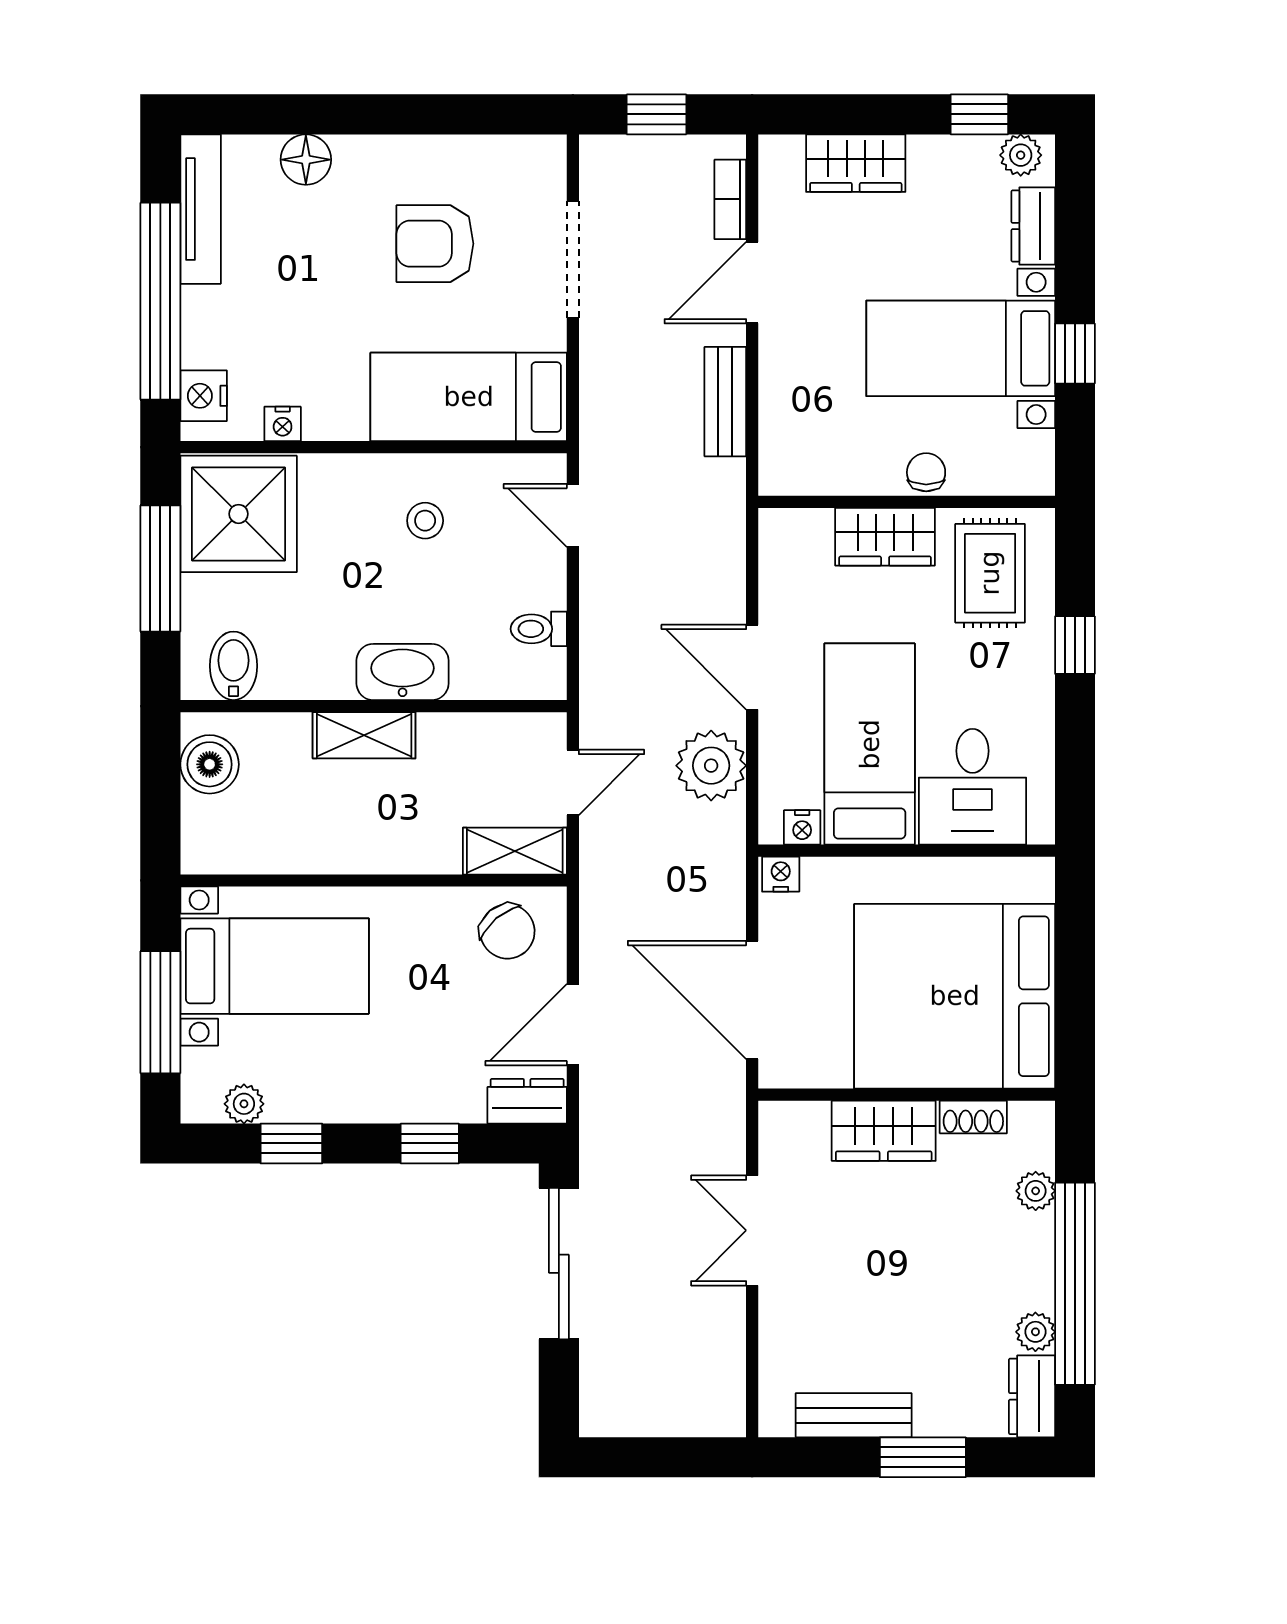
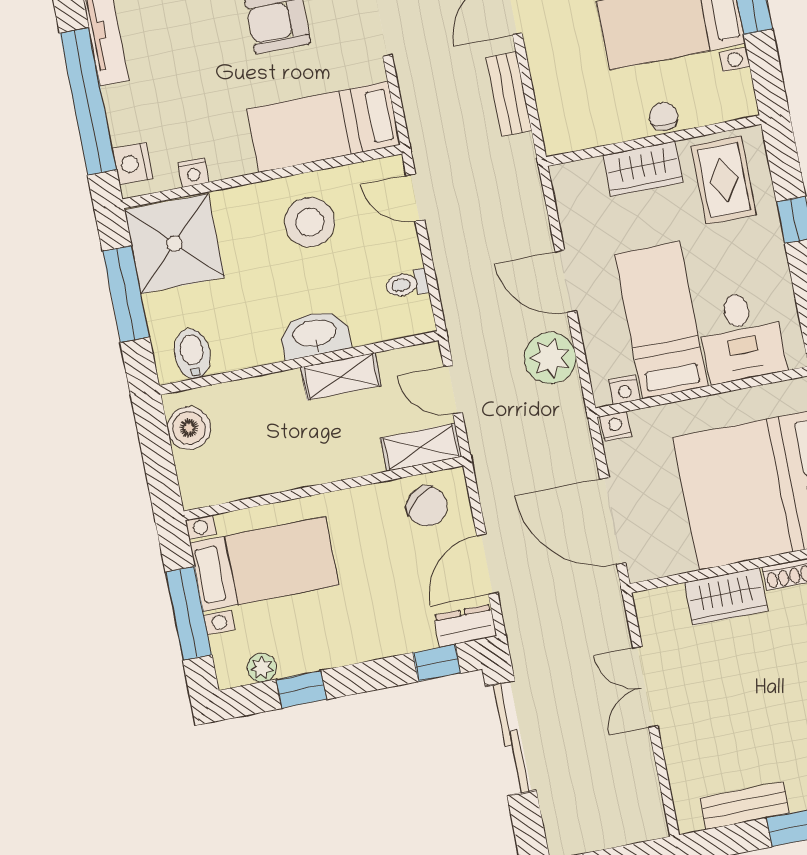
stool: (425, 521) -> (310, 222), width x1.89, depth x1.89
shelving: (364, 735) -> (341, 376), moved
door: (573, 782) -> (453, 390), swing flipped
window: (430, 1143) -> (437, 663), moved

